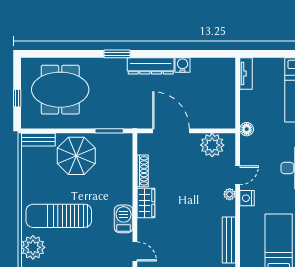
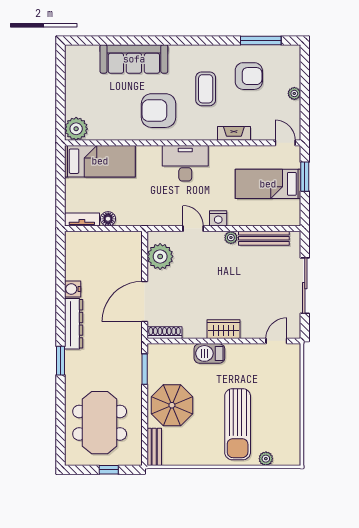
floor lamp: (247, 129) -> (108, 219), moved
shoe rack: (143, 171) -> (165, 333), moved
plant: (230, 194) -> (231, 238), moved
barbecue: (124, 219) -> (209, 353), moved
plant: (33, 247) -> (266, 459), width x0.53, depth x0.53

